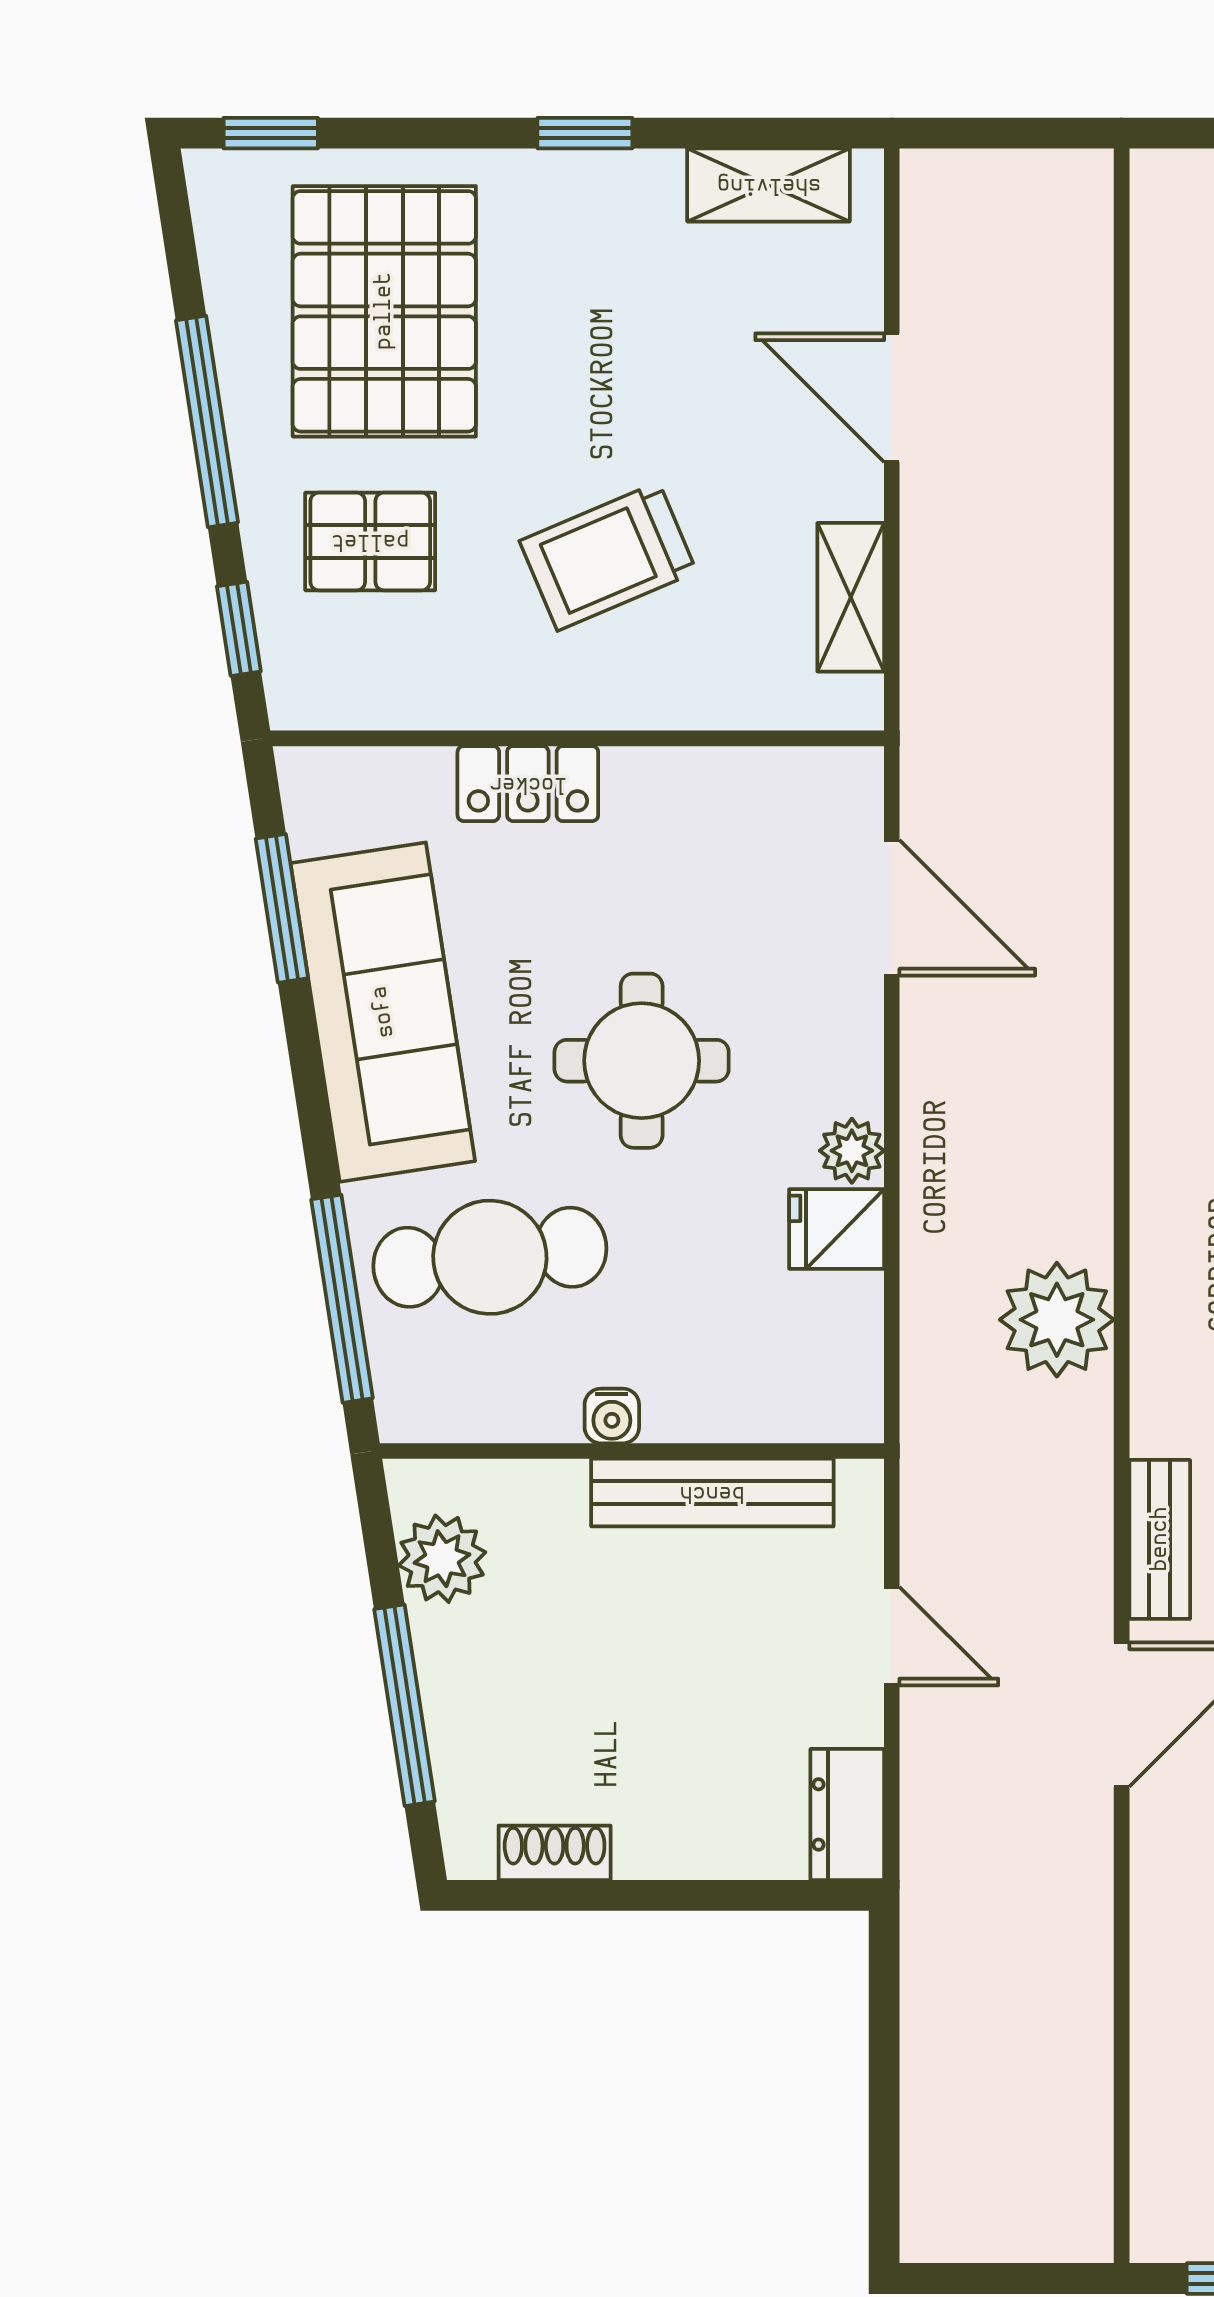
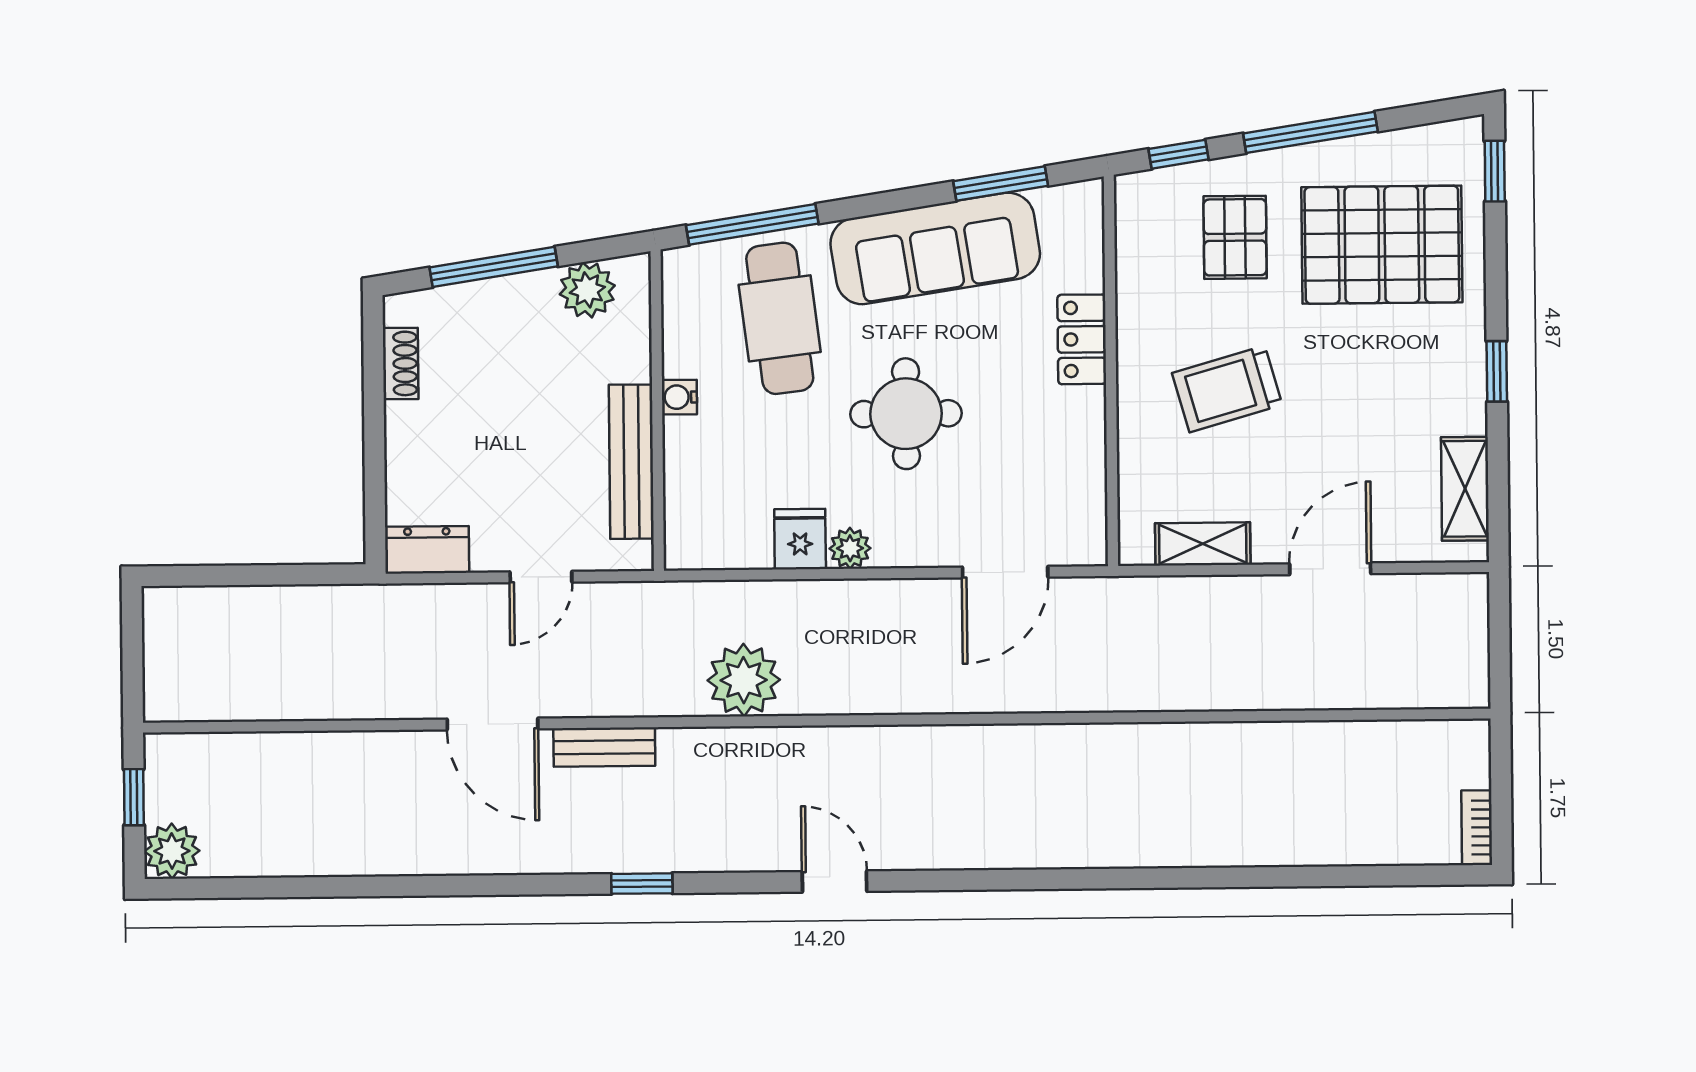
trolley: (608, 556) -> (1227, 389), turned -83

